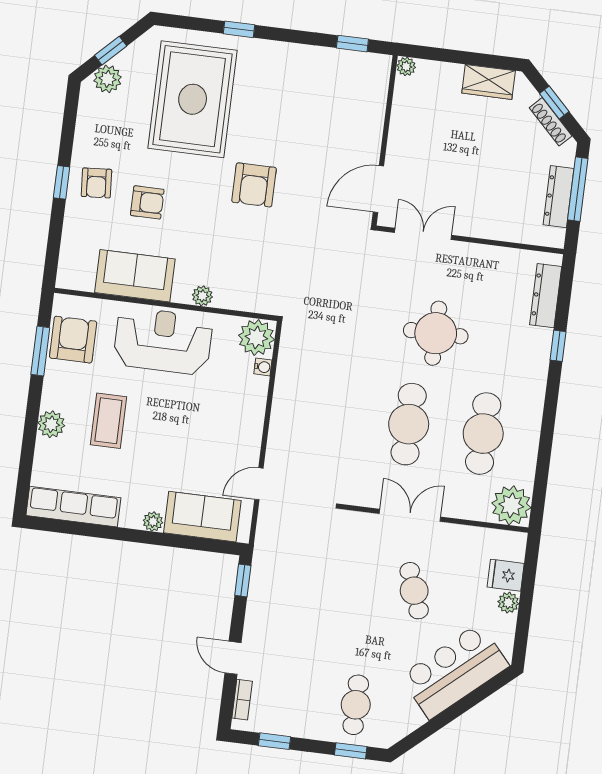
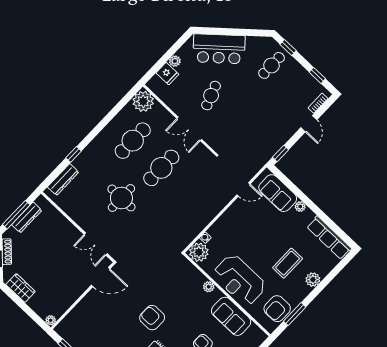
armchair: (254, 185) -> (152, 318), turned -90

